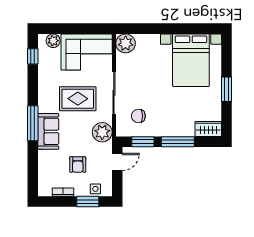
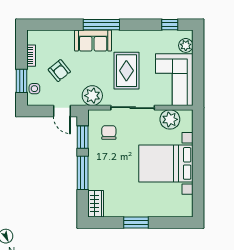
plant: (126, 43) -> (170, 119), moved
bed with nightstands: (191, 60) -> (166, 163), moved
armchair: (78, 164) -> (59, 71), turned -129

